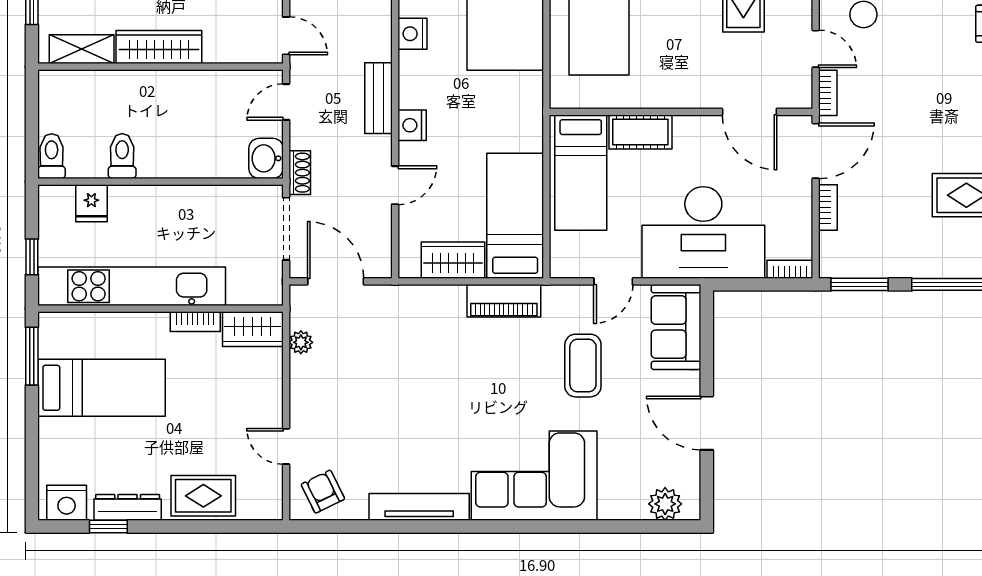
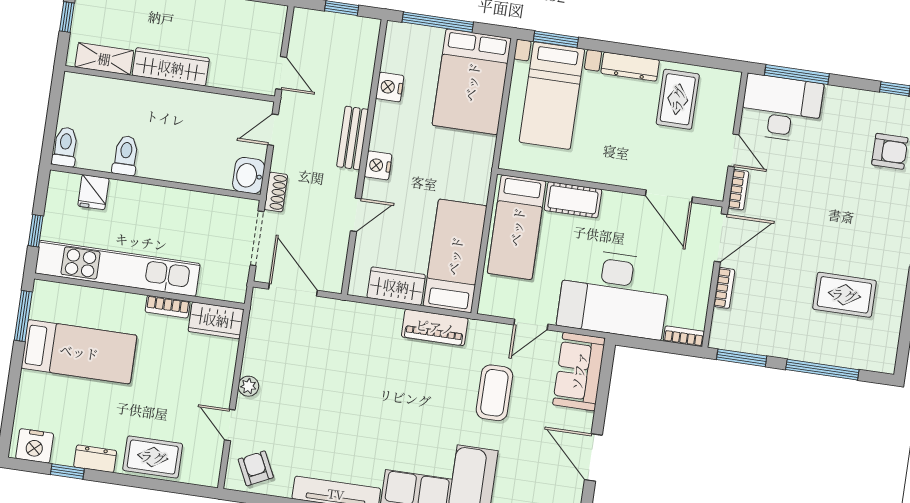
plant: (301, 342) -> (248, 386), moved
dresser: (128, 507) -> (95, 459), width x0.70

